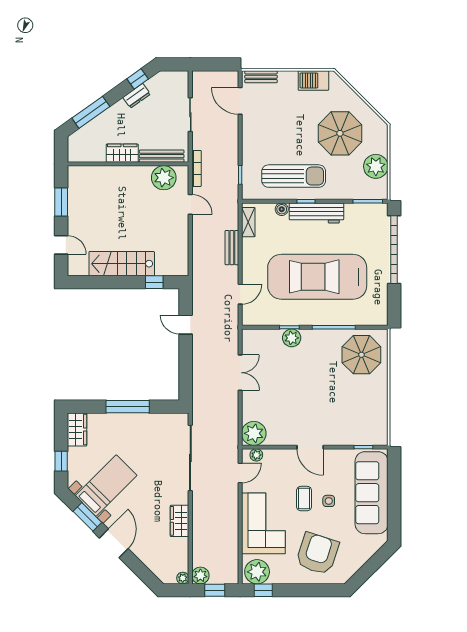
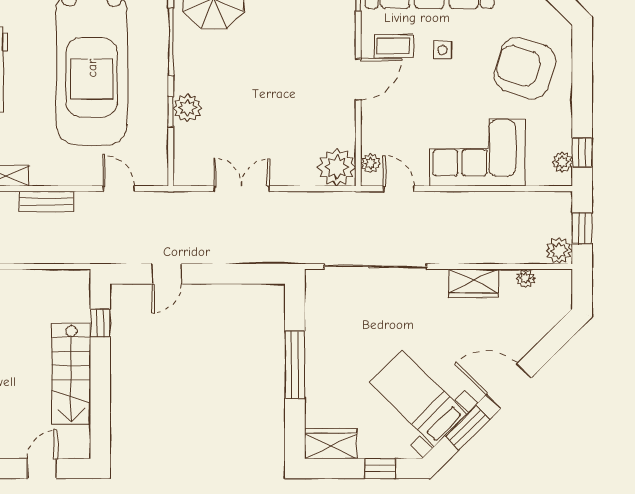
coffee table: (304, 499) -> (394, 46), moved
plant: (257, 572) -> (562, 162), width x0.53, depth x0.53
plant: (183, 578) -> (526, 278), moved

